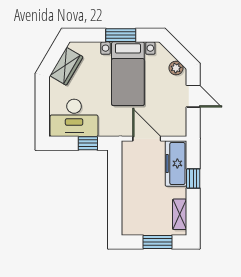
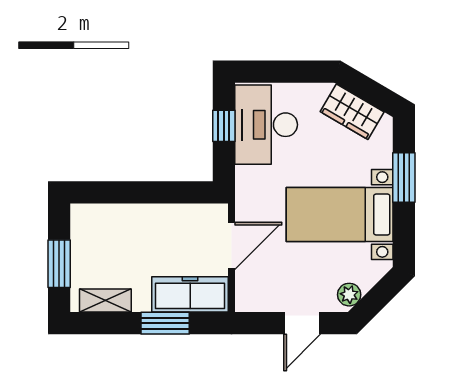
window: (121, 35) -> (404, 177), moved
window: (88, 143) -> (224, 126), moved
window: (193, 178) -> (165, 323), width x1.50

